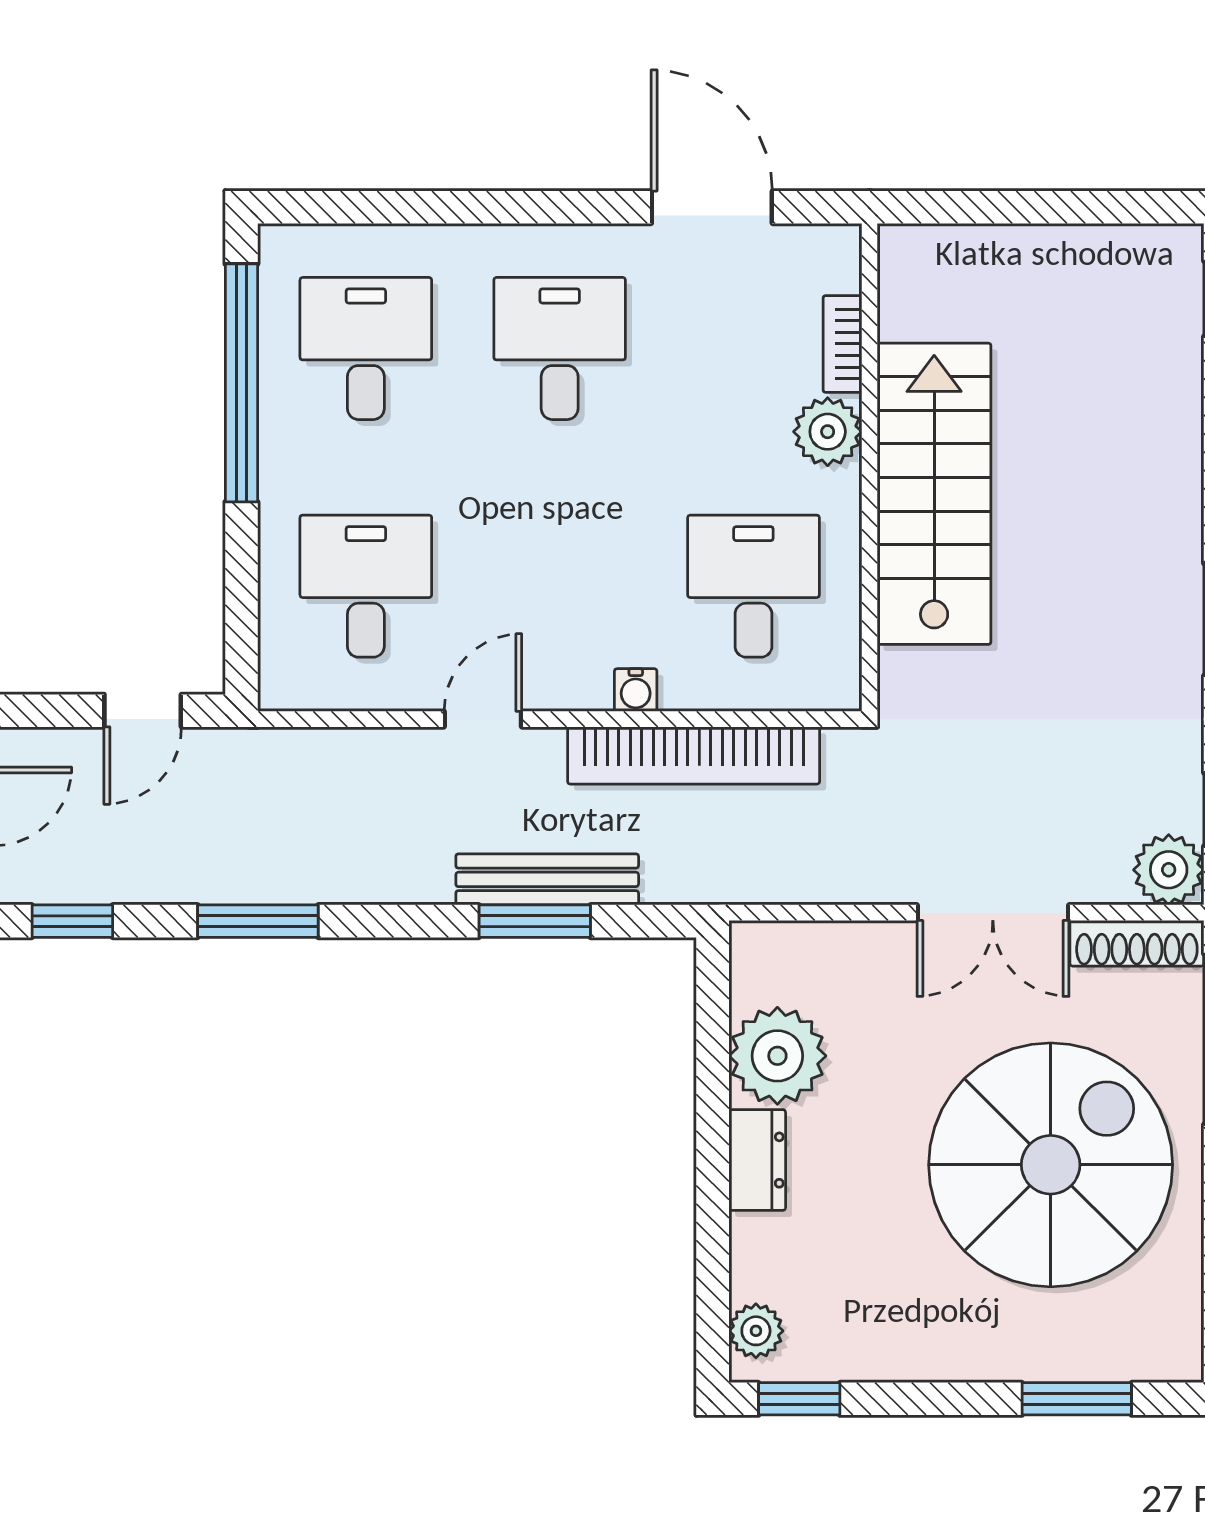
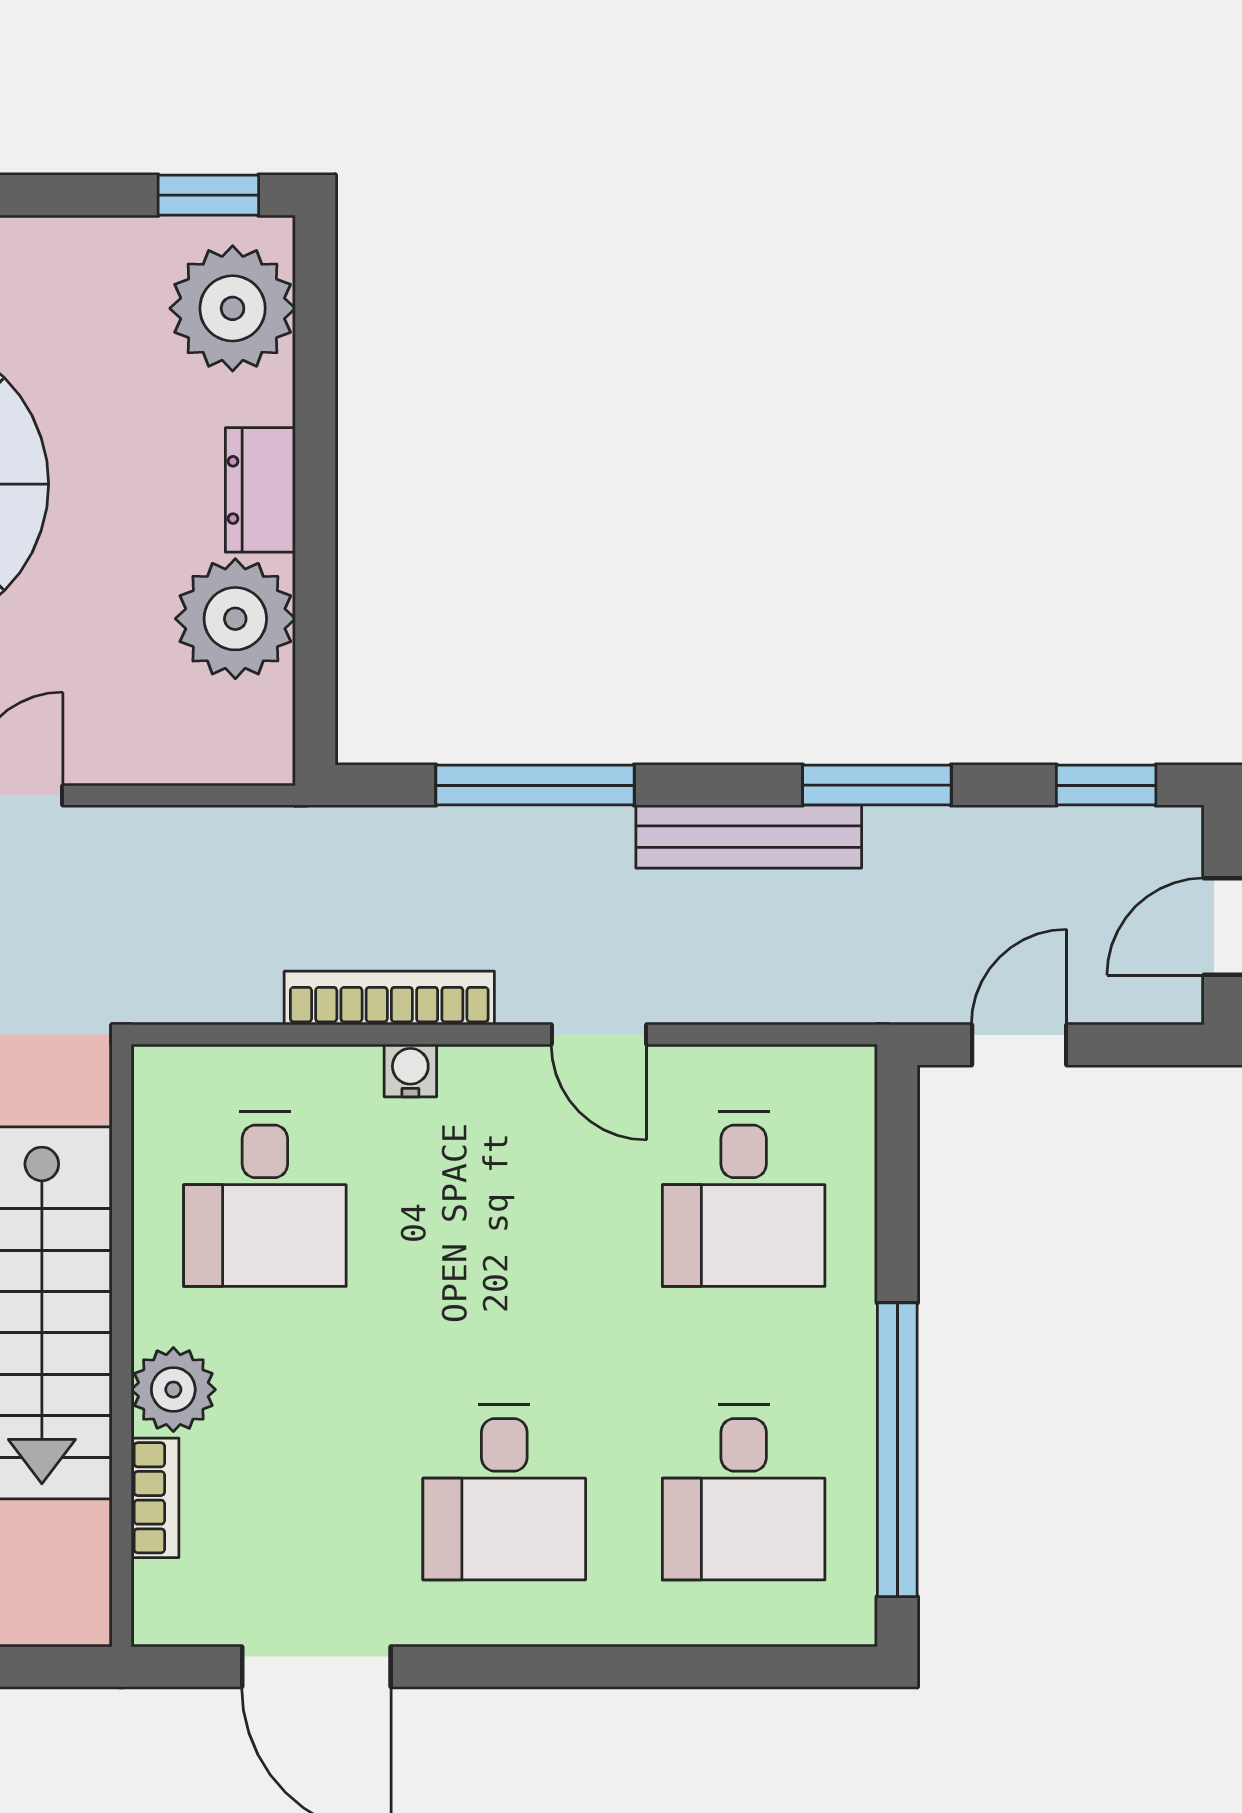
door: (483, 719) -> (599, 1035), hinge flipped
bookcase: (694, 755) -> (389, 998), width x0.68, depth x0.76
bench: (547, 879) -> (749, 837), moved
window: (535, 921) -> (535, 785), width x1.44
plant: (756, 1331) -> (233, 308), width x1.88, depth x1.88

